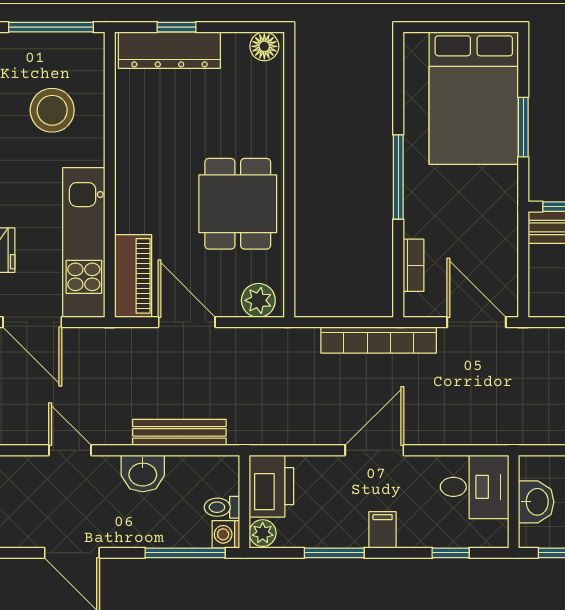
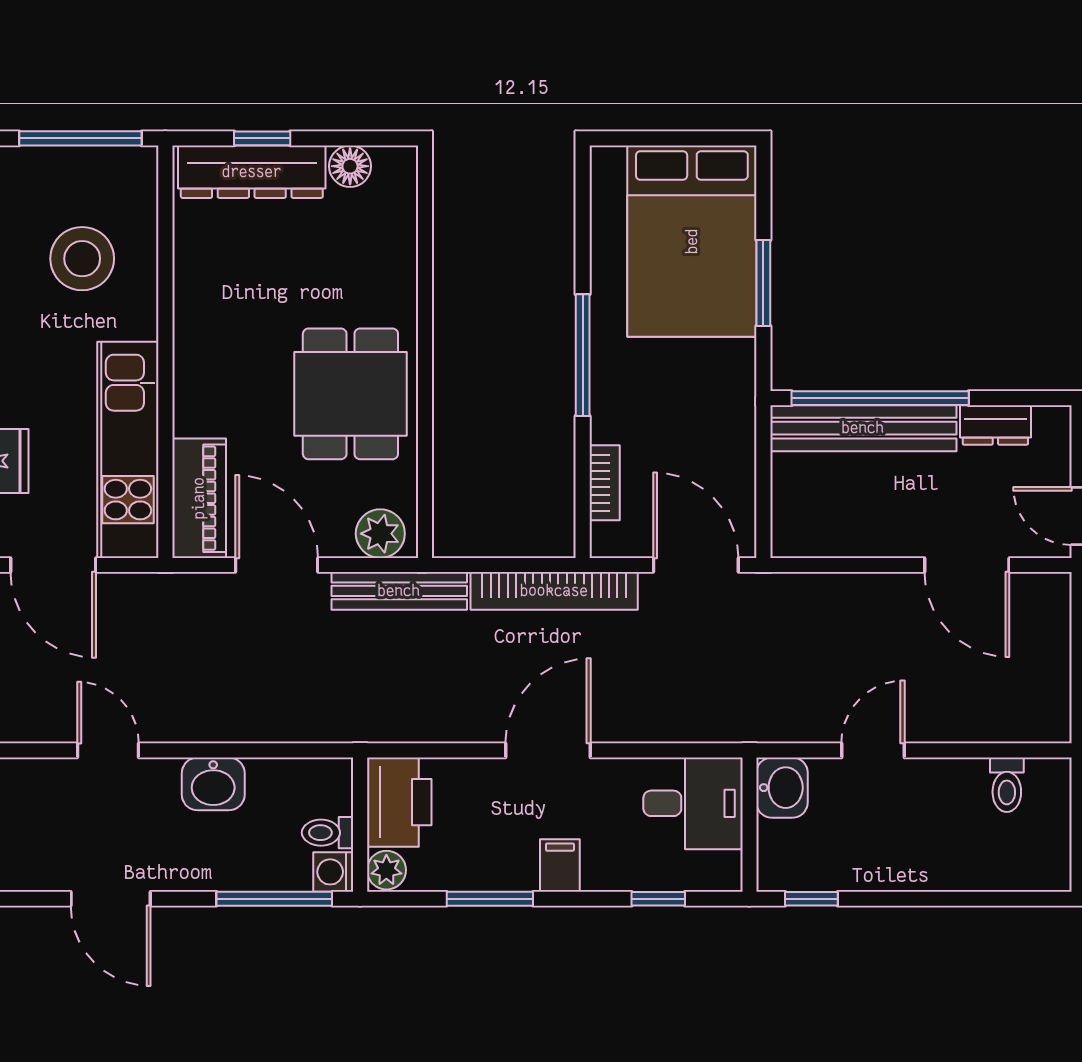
floor lamp: (264, 46) -> (350, 166), moved
bench: (179, 432) -> (399, 591), moved
washbasin: (536, 502) -> (782, 788), moved

